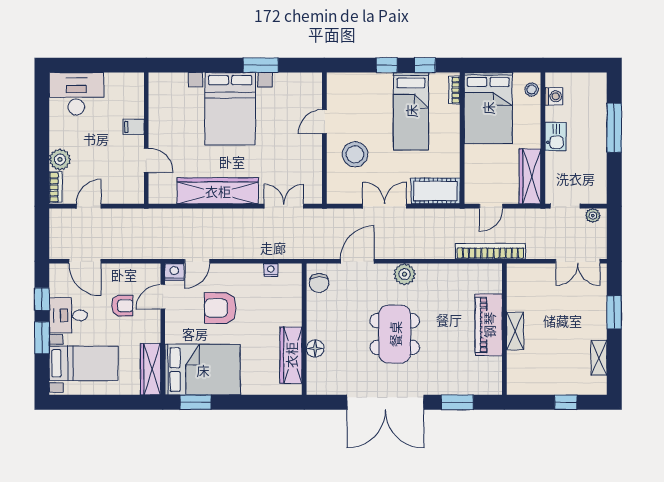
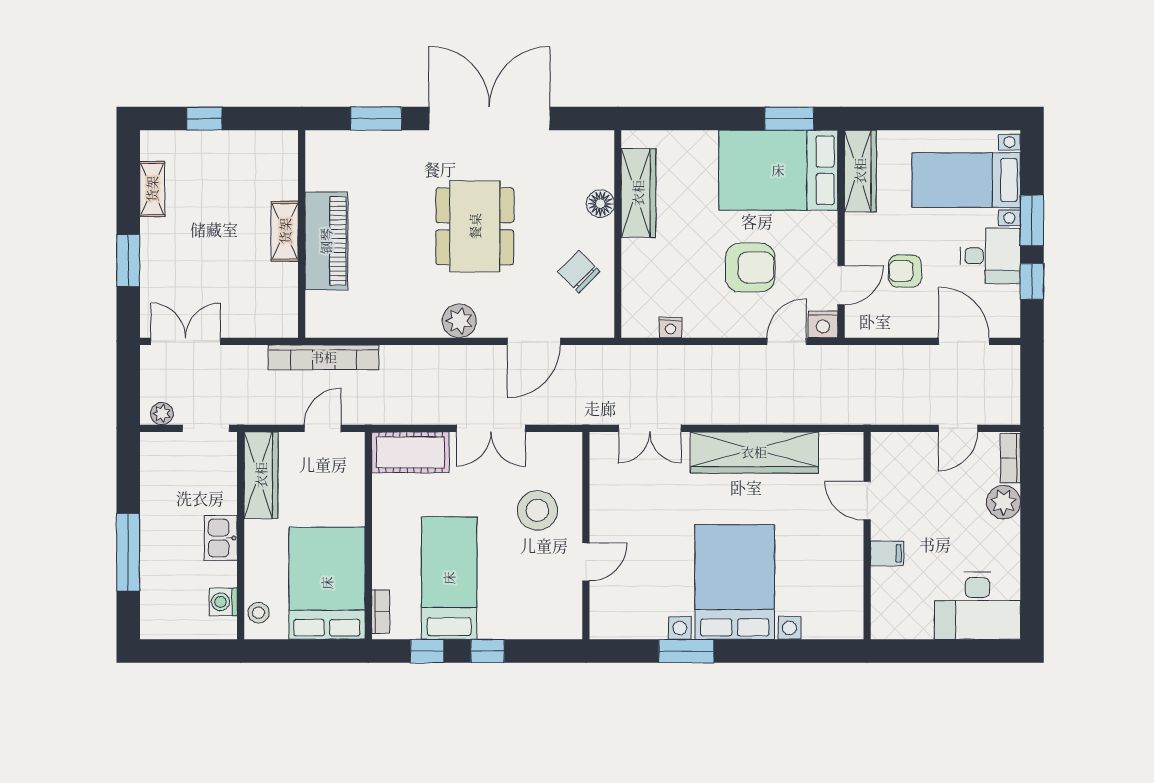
chair: (319, 283) -> (579, 272), moved, turned -45

